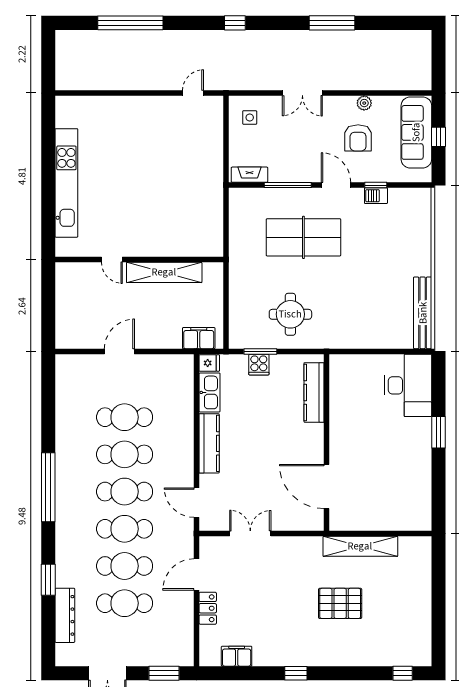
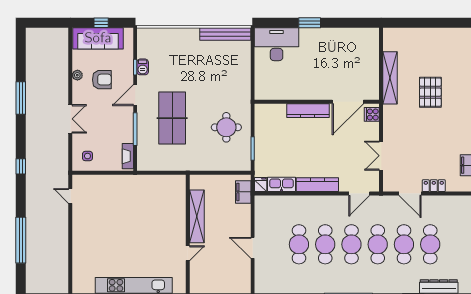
cooker: (259, 365) -> (372, 114), moved, turned 180
kitchen counter: (314, 392) -> (308, 111), moved

